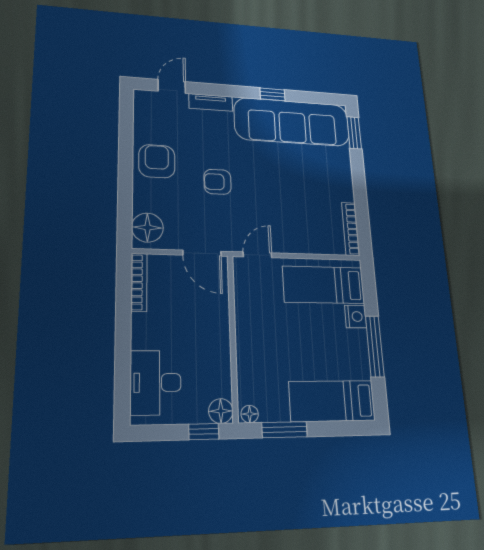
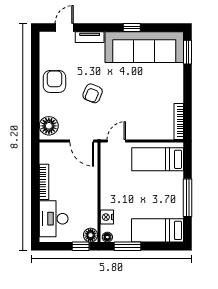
armchair: (218, 182) -> (93, 93), turned -67
bookcase: (139, 282) -> (44, 182), moved
nightstand: (356, 316) -> (107, 217), moved, turned 180

